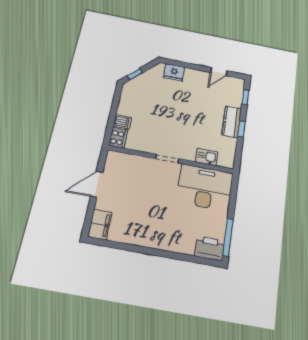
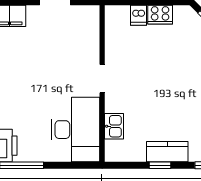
cooker: (118, 138) -> (160, 15), moved

